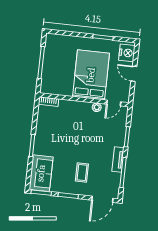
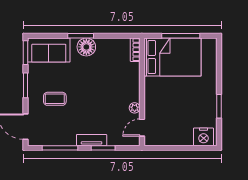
door: (134, 74) -> (179, 148), removed
bed: (91, 75) -> (172, 57), moved
door: (114, 103) -> (142, 128), hinge flipped
floor lamp: (42, 142) -> (86, 47), added
tv unit: (118, 160) -> (92, 140), moved

